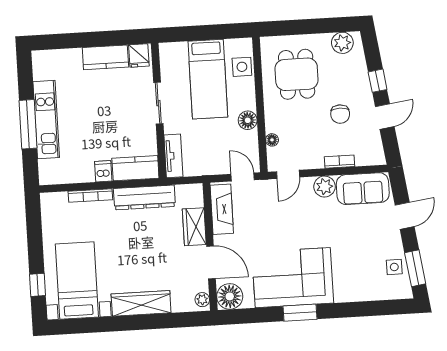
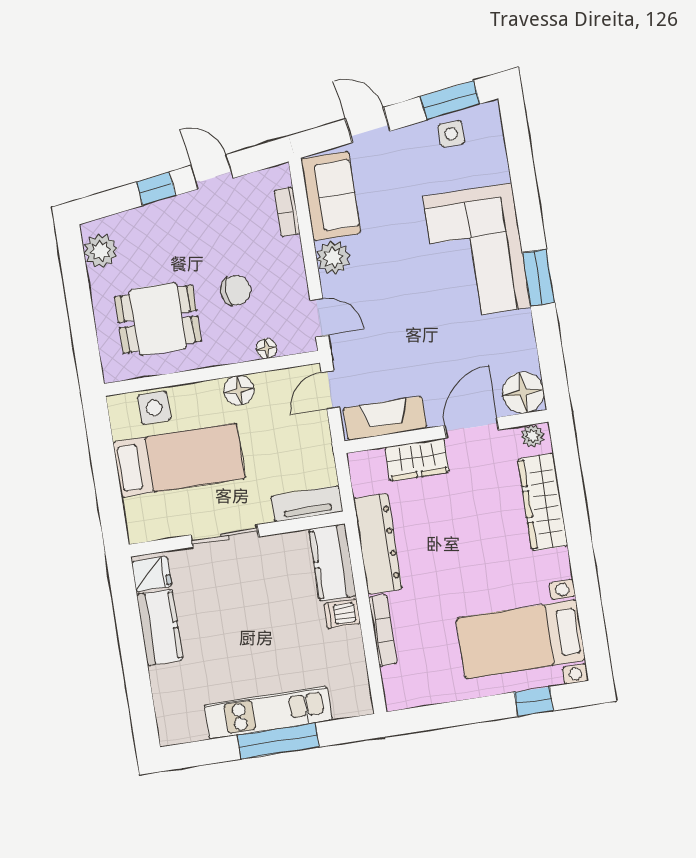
chair: (340, 114) -> (236, 290), moved
bookcase: (339, 162) -> (287, 212), moved
corner sofa: (293, 278) -> (477, 252), moved
wardrobe: (141, 303) -> (543, 502), moved

